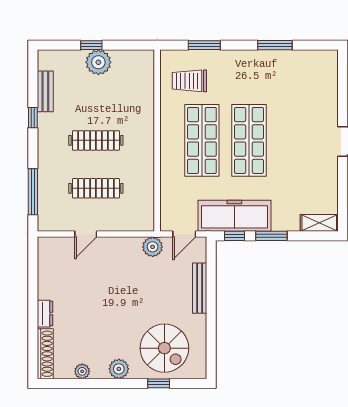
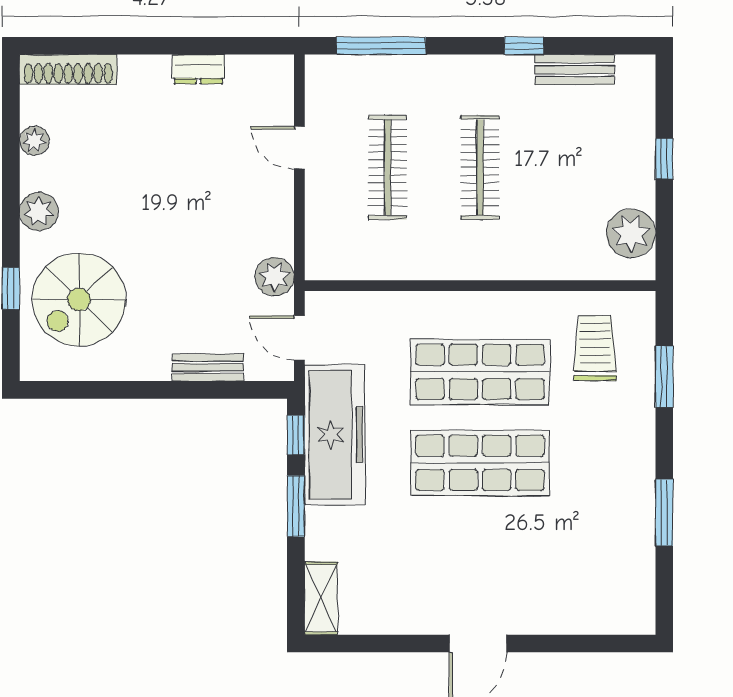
plant: (98, 62) -> (631, 233), moved
bench: (200, 288) -> (208, 368), width x0.73
dresser: (45, 314) -> (198, 69), moved

